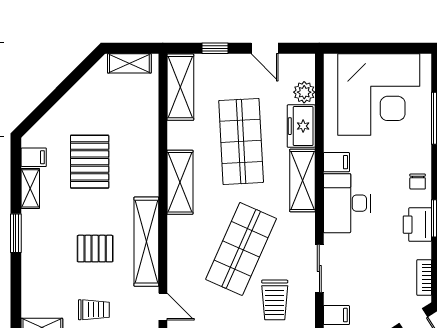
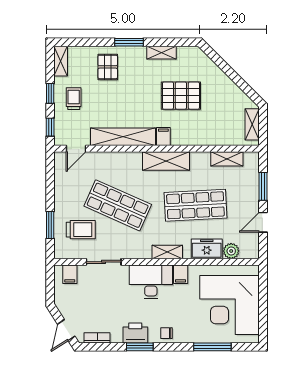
window: (215, 48) -> (263, 186), width x1.50
shelving: (180, 87) -> (227, 159), width x0.67, depth x0.75
filing cabinet: (34, 157) -> (163, 136), moved, turned 180
shelving: (302, 180) -> (167, 252), width x0.67, depth x0.75
pallet: (95, 249) -> (108, 67), moved
trolley: (275, 300) -> (81, 230), turned 180
trolley: (94, 310) -> (74, 99), turned 180

